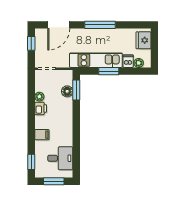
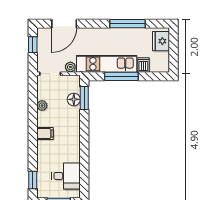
window: (100, 25) -> (128, 24), moved
plant: (139, 63) -> (70, 67), moved
window: (109, 71) -> (121, 76), width x1.44
printer: (41, 108) -> (43, 119), removed
filing cabinet: (42, 135) -> (45, 133), moved

